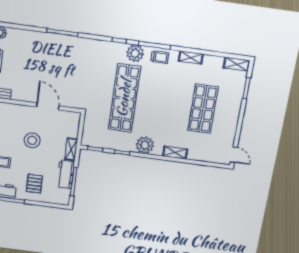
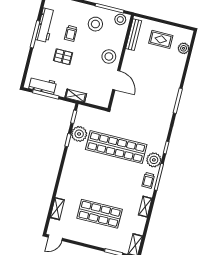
door: (48, 106) -> (116, 80), hinge flipped
stool: (32, 140) -> (109, 56), moved
plant: (145, 145) -> (79, 134), moved
shelving: (175, 153) -> (57, 209), moved
workbench: (65, 174) -> (43, 85), moved
pallet: (34, 184) -> (63, 57), moved

